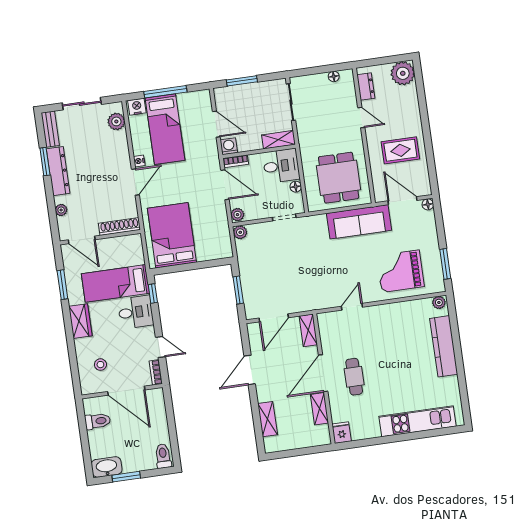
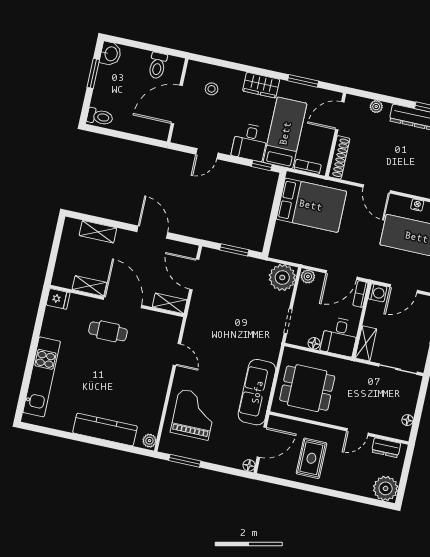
nightstand: (139, 161) -> (417, 205), moved
plant: (240, 232) -> (282, 277), width x1.88, depth x1.88
bookcase: (156, 372) -> (308, 167), moved
washbasin: (107, 467) -> (111, 54), width x0.72

